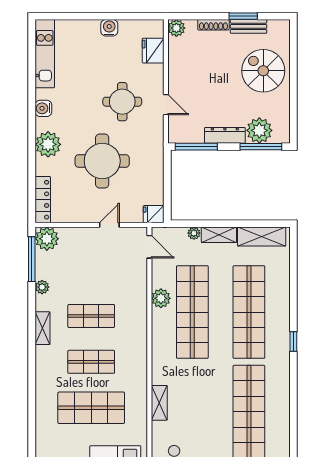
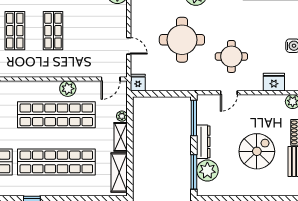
spiral stairs: (263, 71) -> (257, 151), moved

